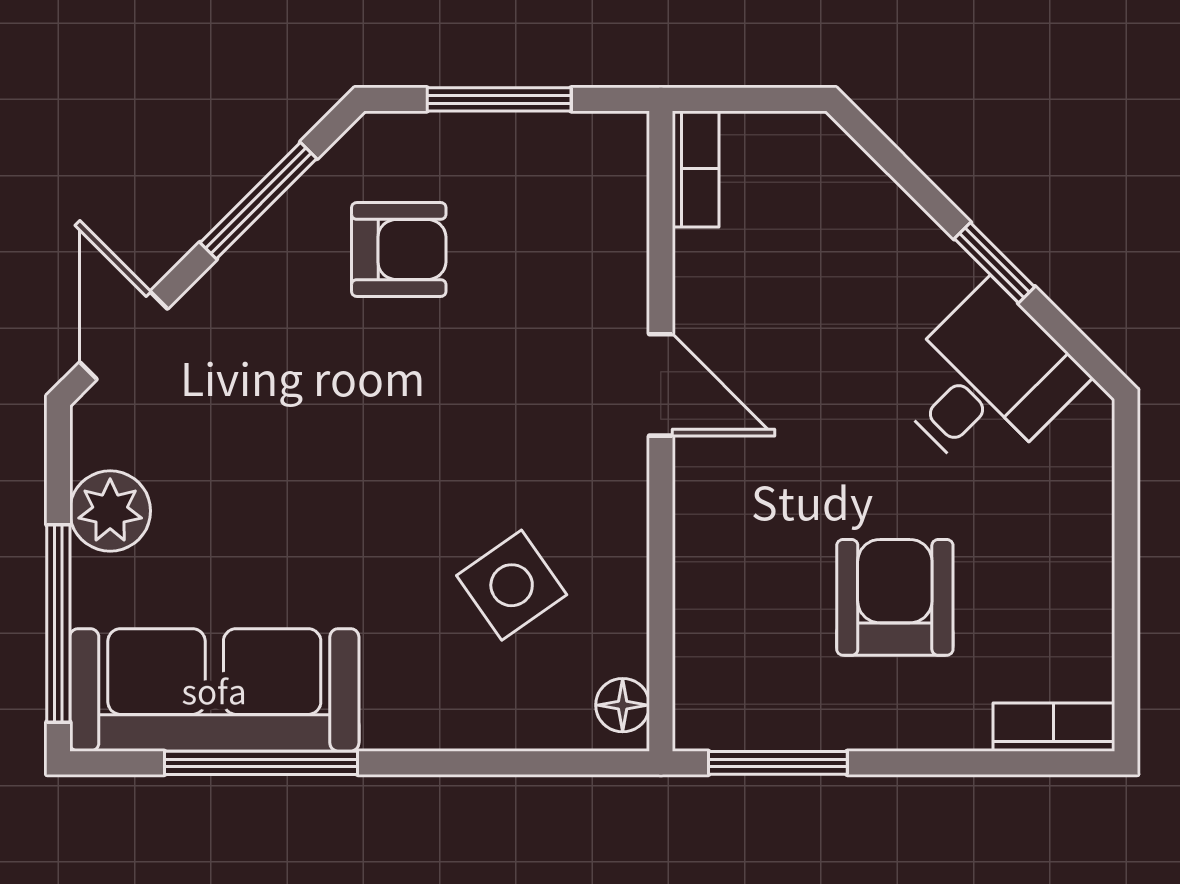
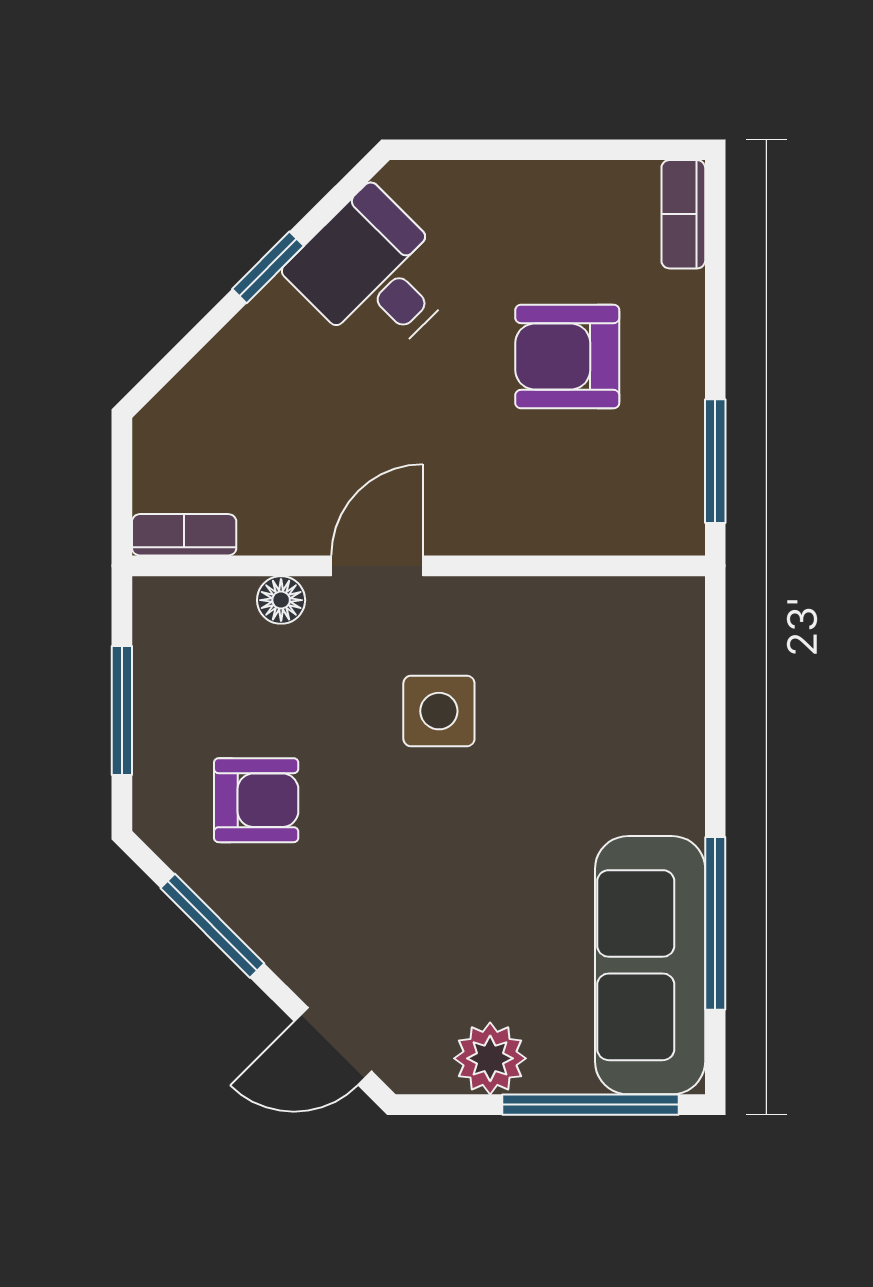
armchair: (399, 249) -> (256, 800), turned 90
side table: (512, 585) -> (439, 711), moved, turned 35
floor lamp: (623, 705) -> (281, 600), moved

